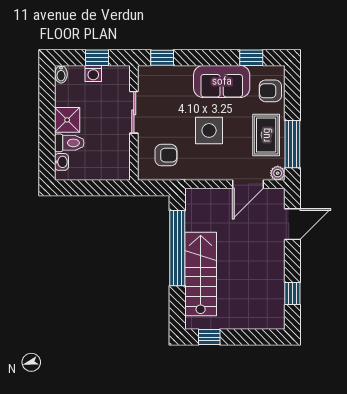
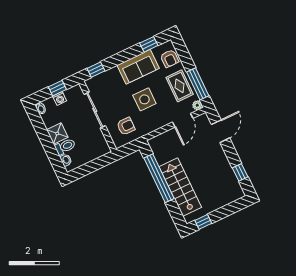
armchair: (270, 91) -> (170, 58), turned -90
sliding door: (134, 112) -> (95, 110), width x1.37

